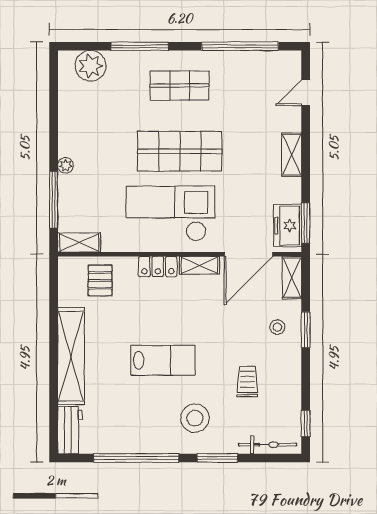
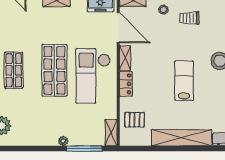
trolley: (247, 382) -> (189, 18), moved

